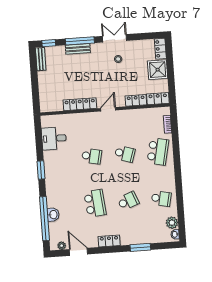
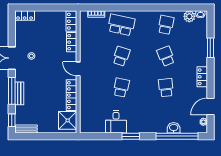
shower: (158, 70) -> (68, 120), moved
desk: (54, 138) -> (116, 122), moved
school desk: (95, 203) -> (166, 88), width x0.54

